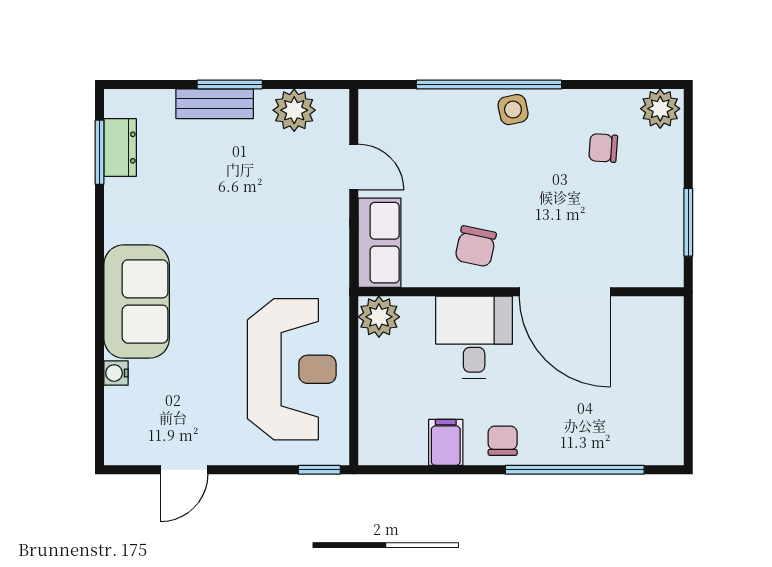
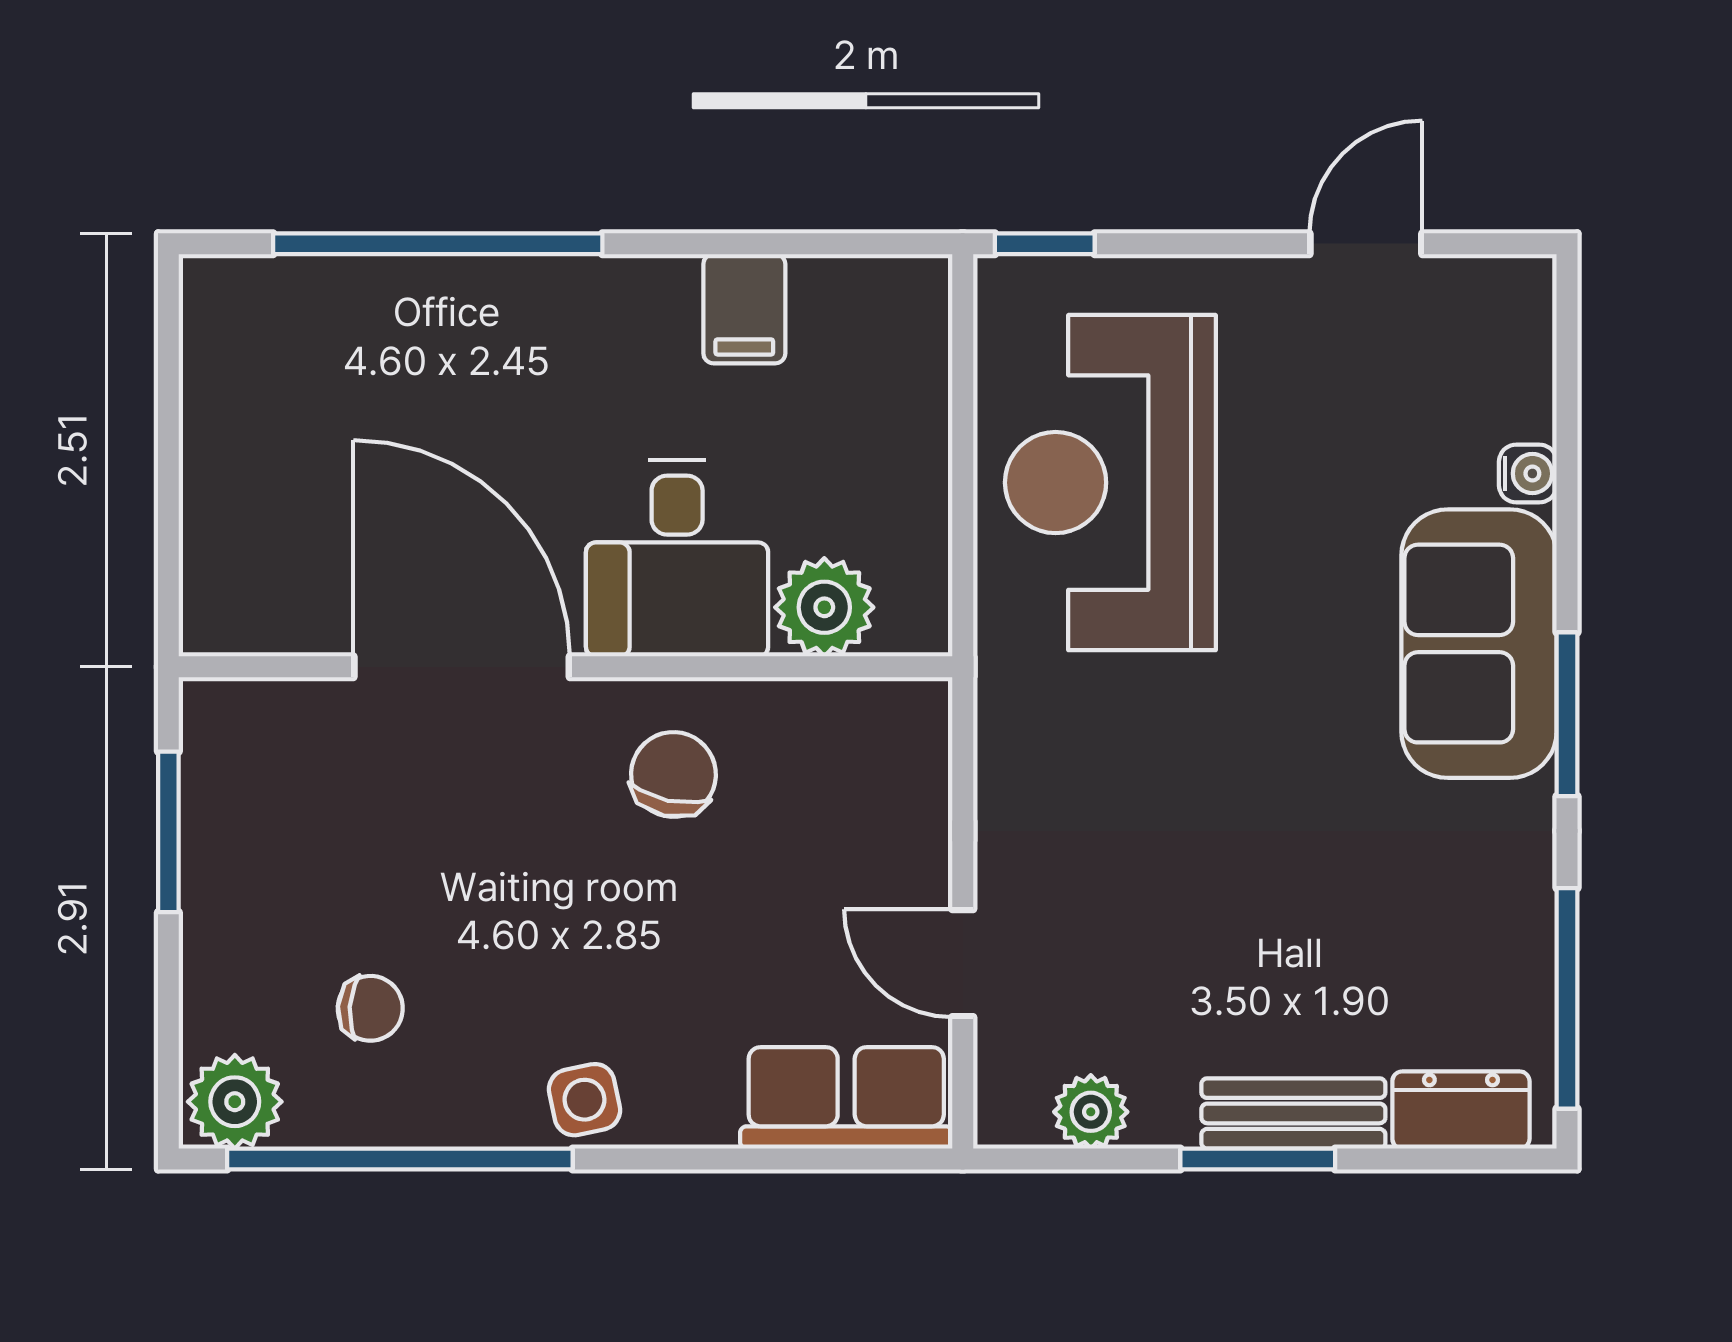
window: (489, 85) -> (400, 1159), moved
plant: (294, 110) -> (1091, 1112), width x0.73, depth x0.73
dresser: (120, 148) -> (1461, 1110), moved, turned 90
window: (100, 152) -> (1567, 998), width x1.44
row of seats: (380, 243) -> (846, 1098), moved, turned 90
window: (100, 272) -> (1567, 714), added
plant: (379, 317) -> (824, 607), moved
chair: (503, 441) -> (609, 313), removed

